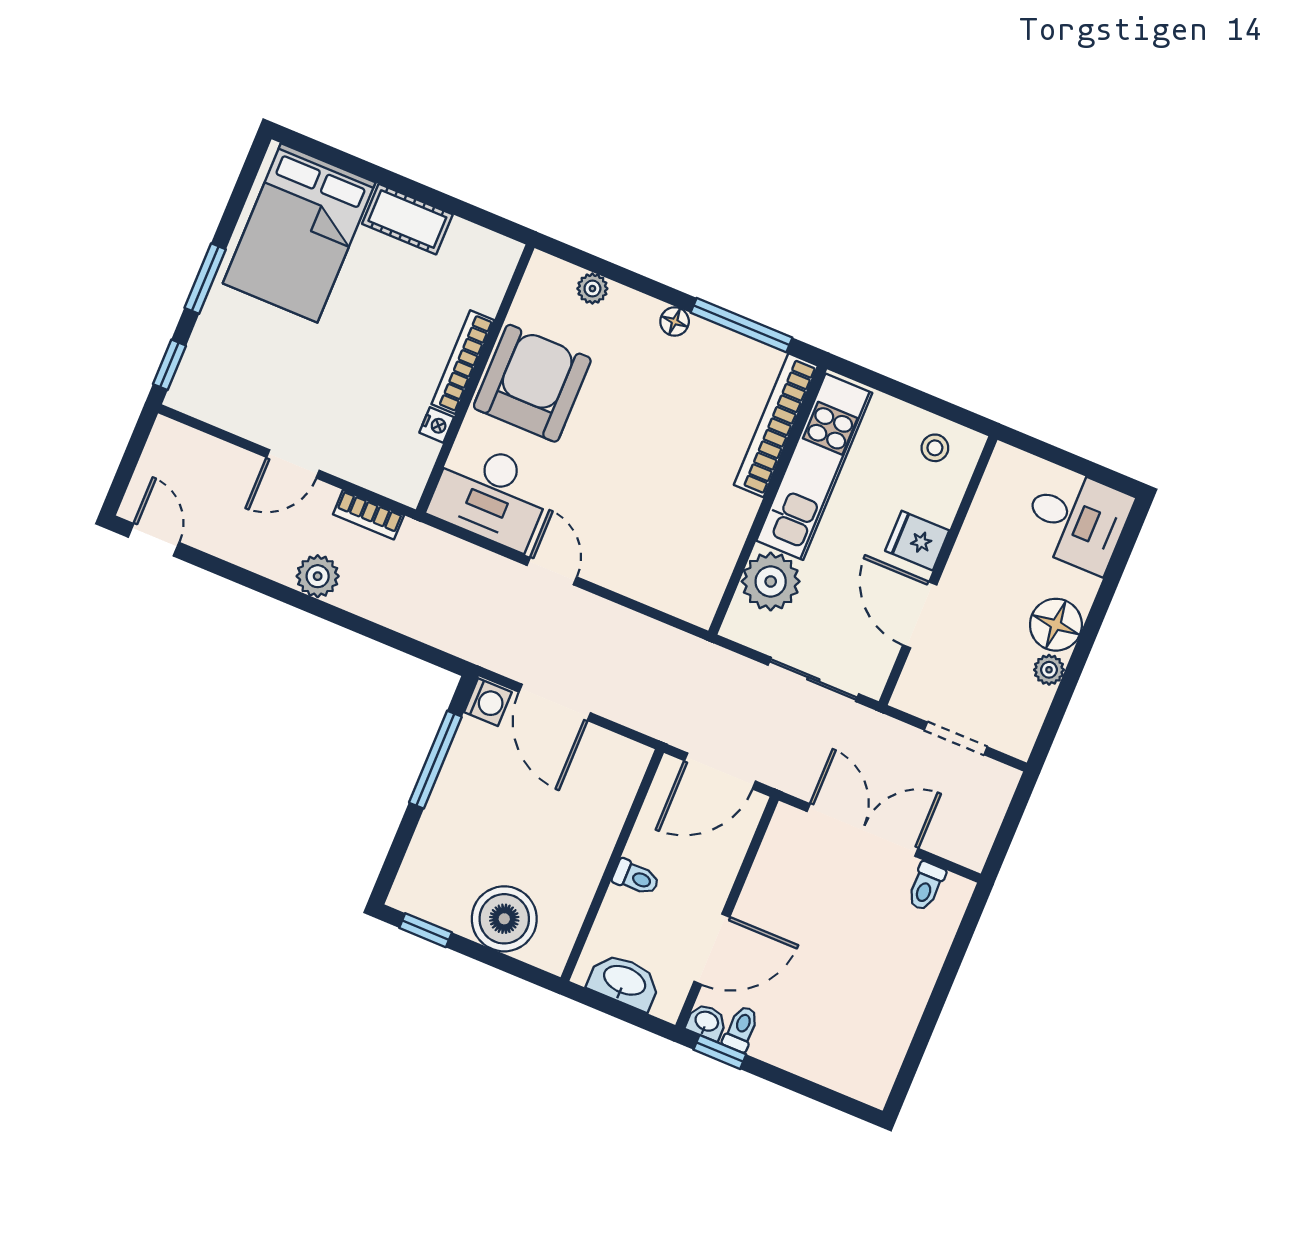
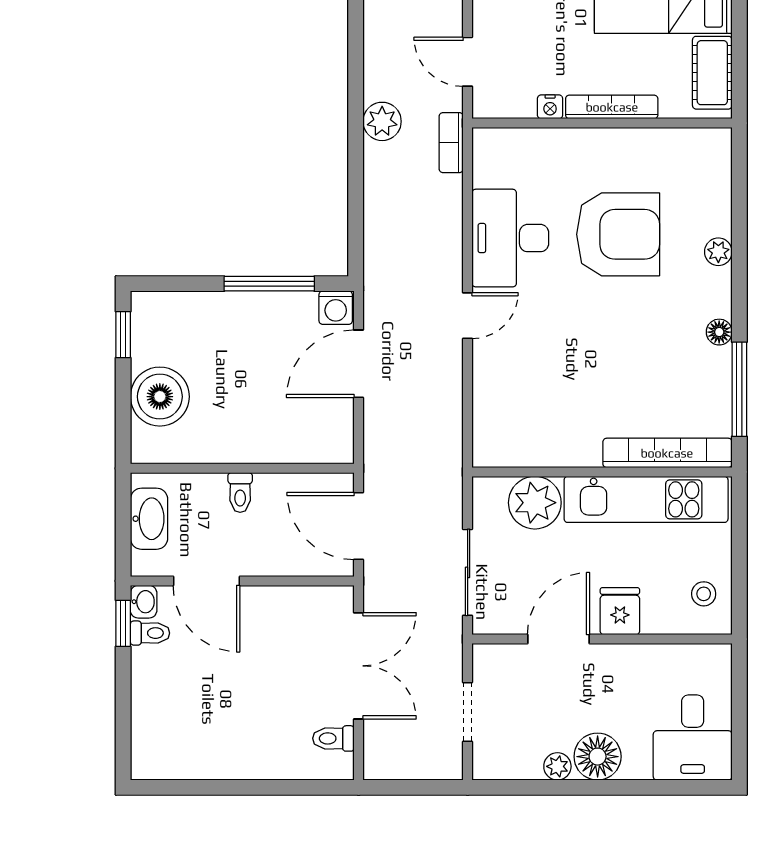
bookcase: (463, 362) -> (612, 107), moved
wall: (475, 379) -> (602, 123), moved
nightstand: (437, 425) -> (550, 107), moved

